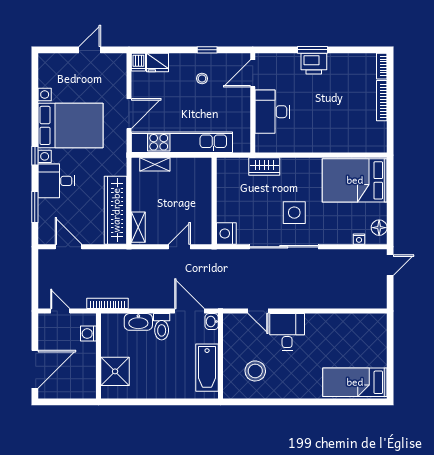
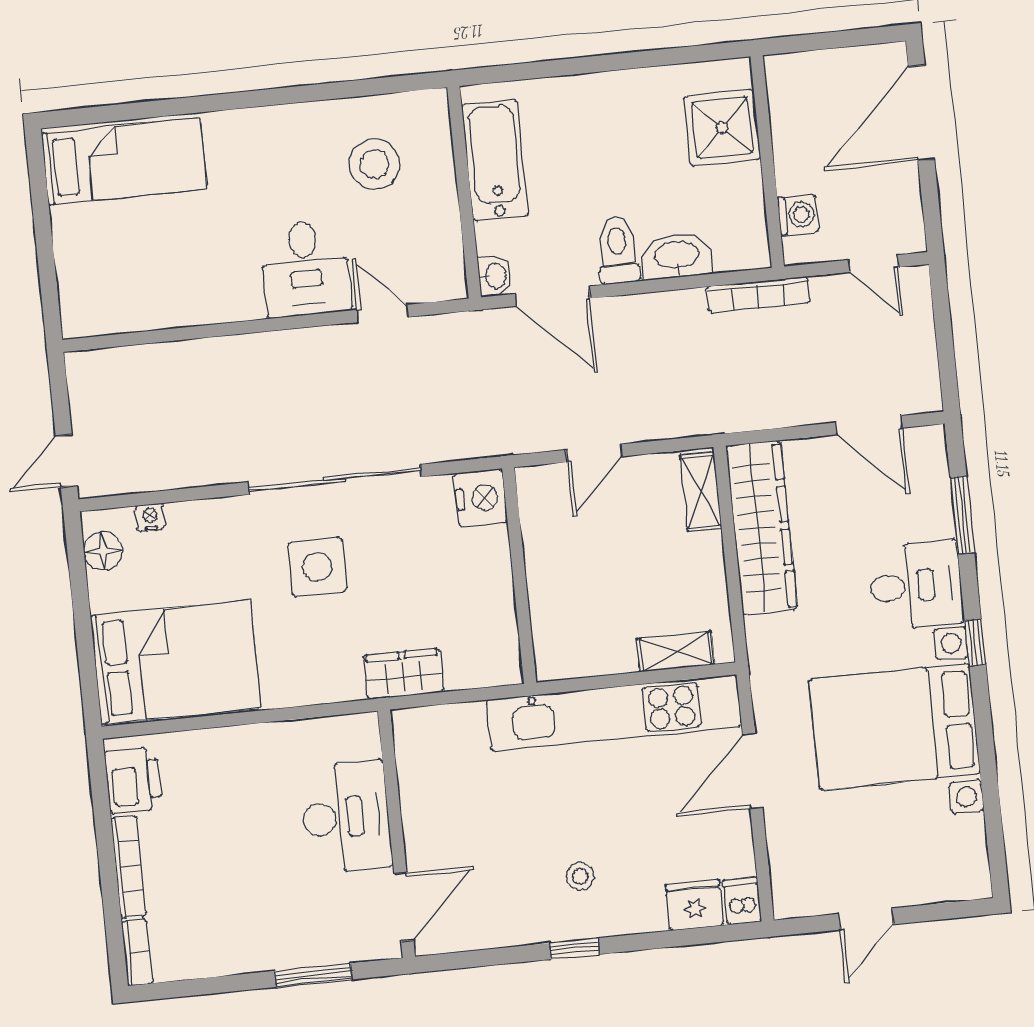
printer: (314, 64) -> (133, 780), moved, turned 90
door: (253, 73) -> (404, 907), moved
wall: (253, 103) -> (396, 834), moved
desk: (272, 112) -> (346, 817), moved

